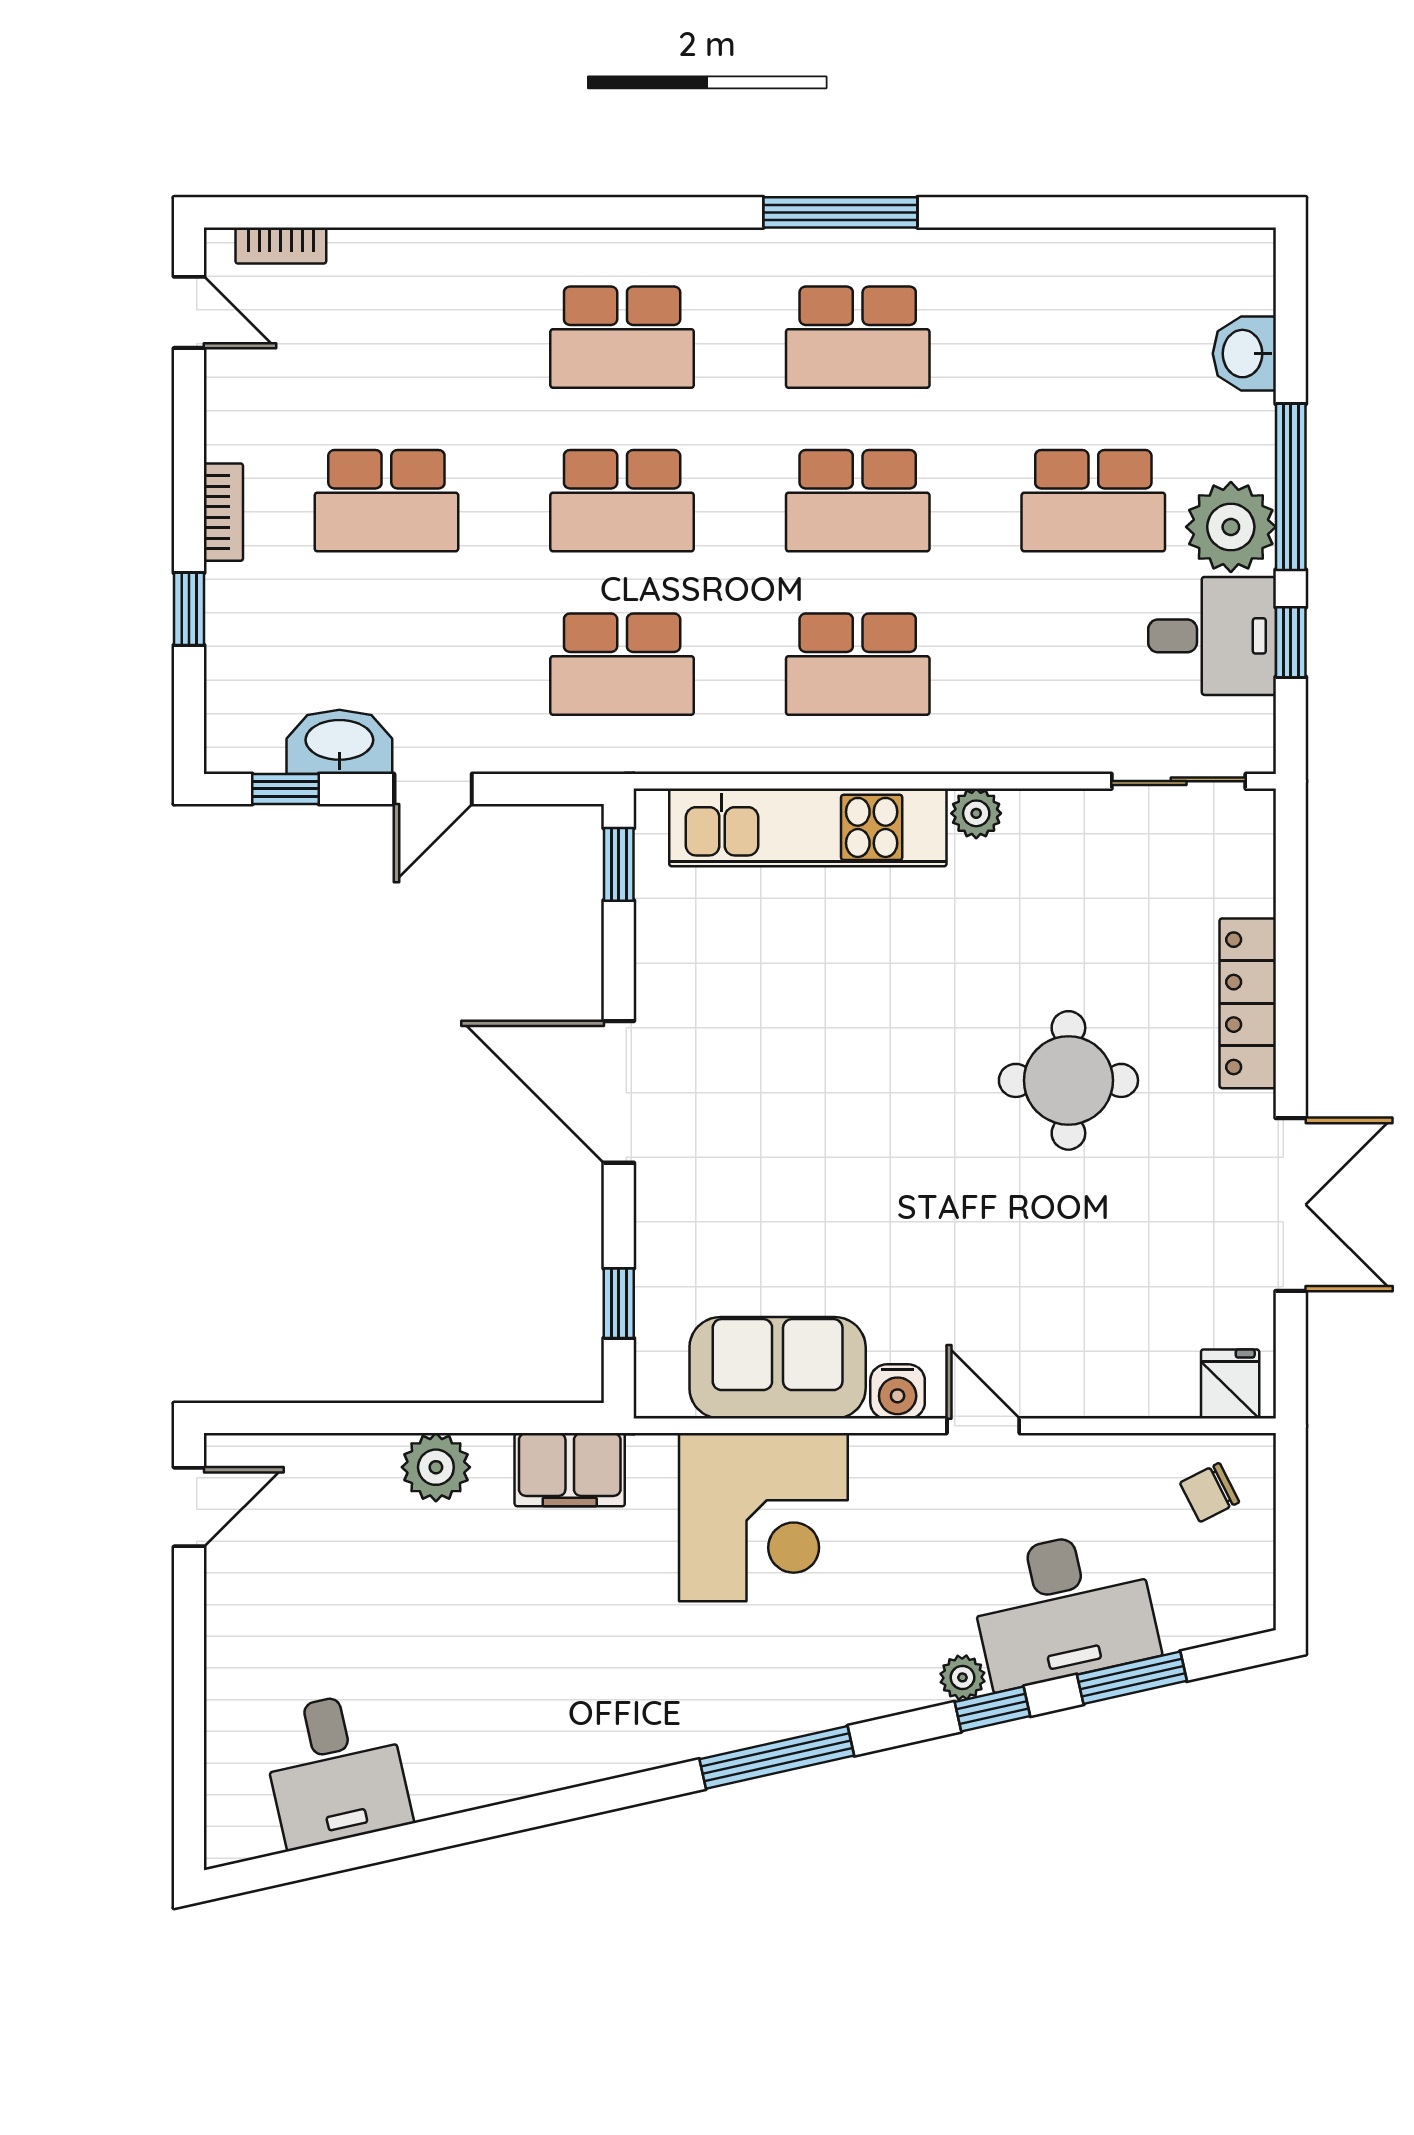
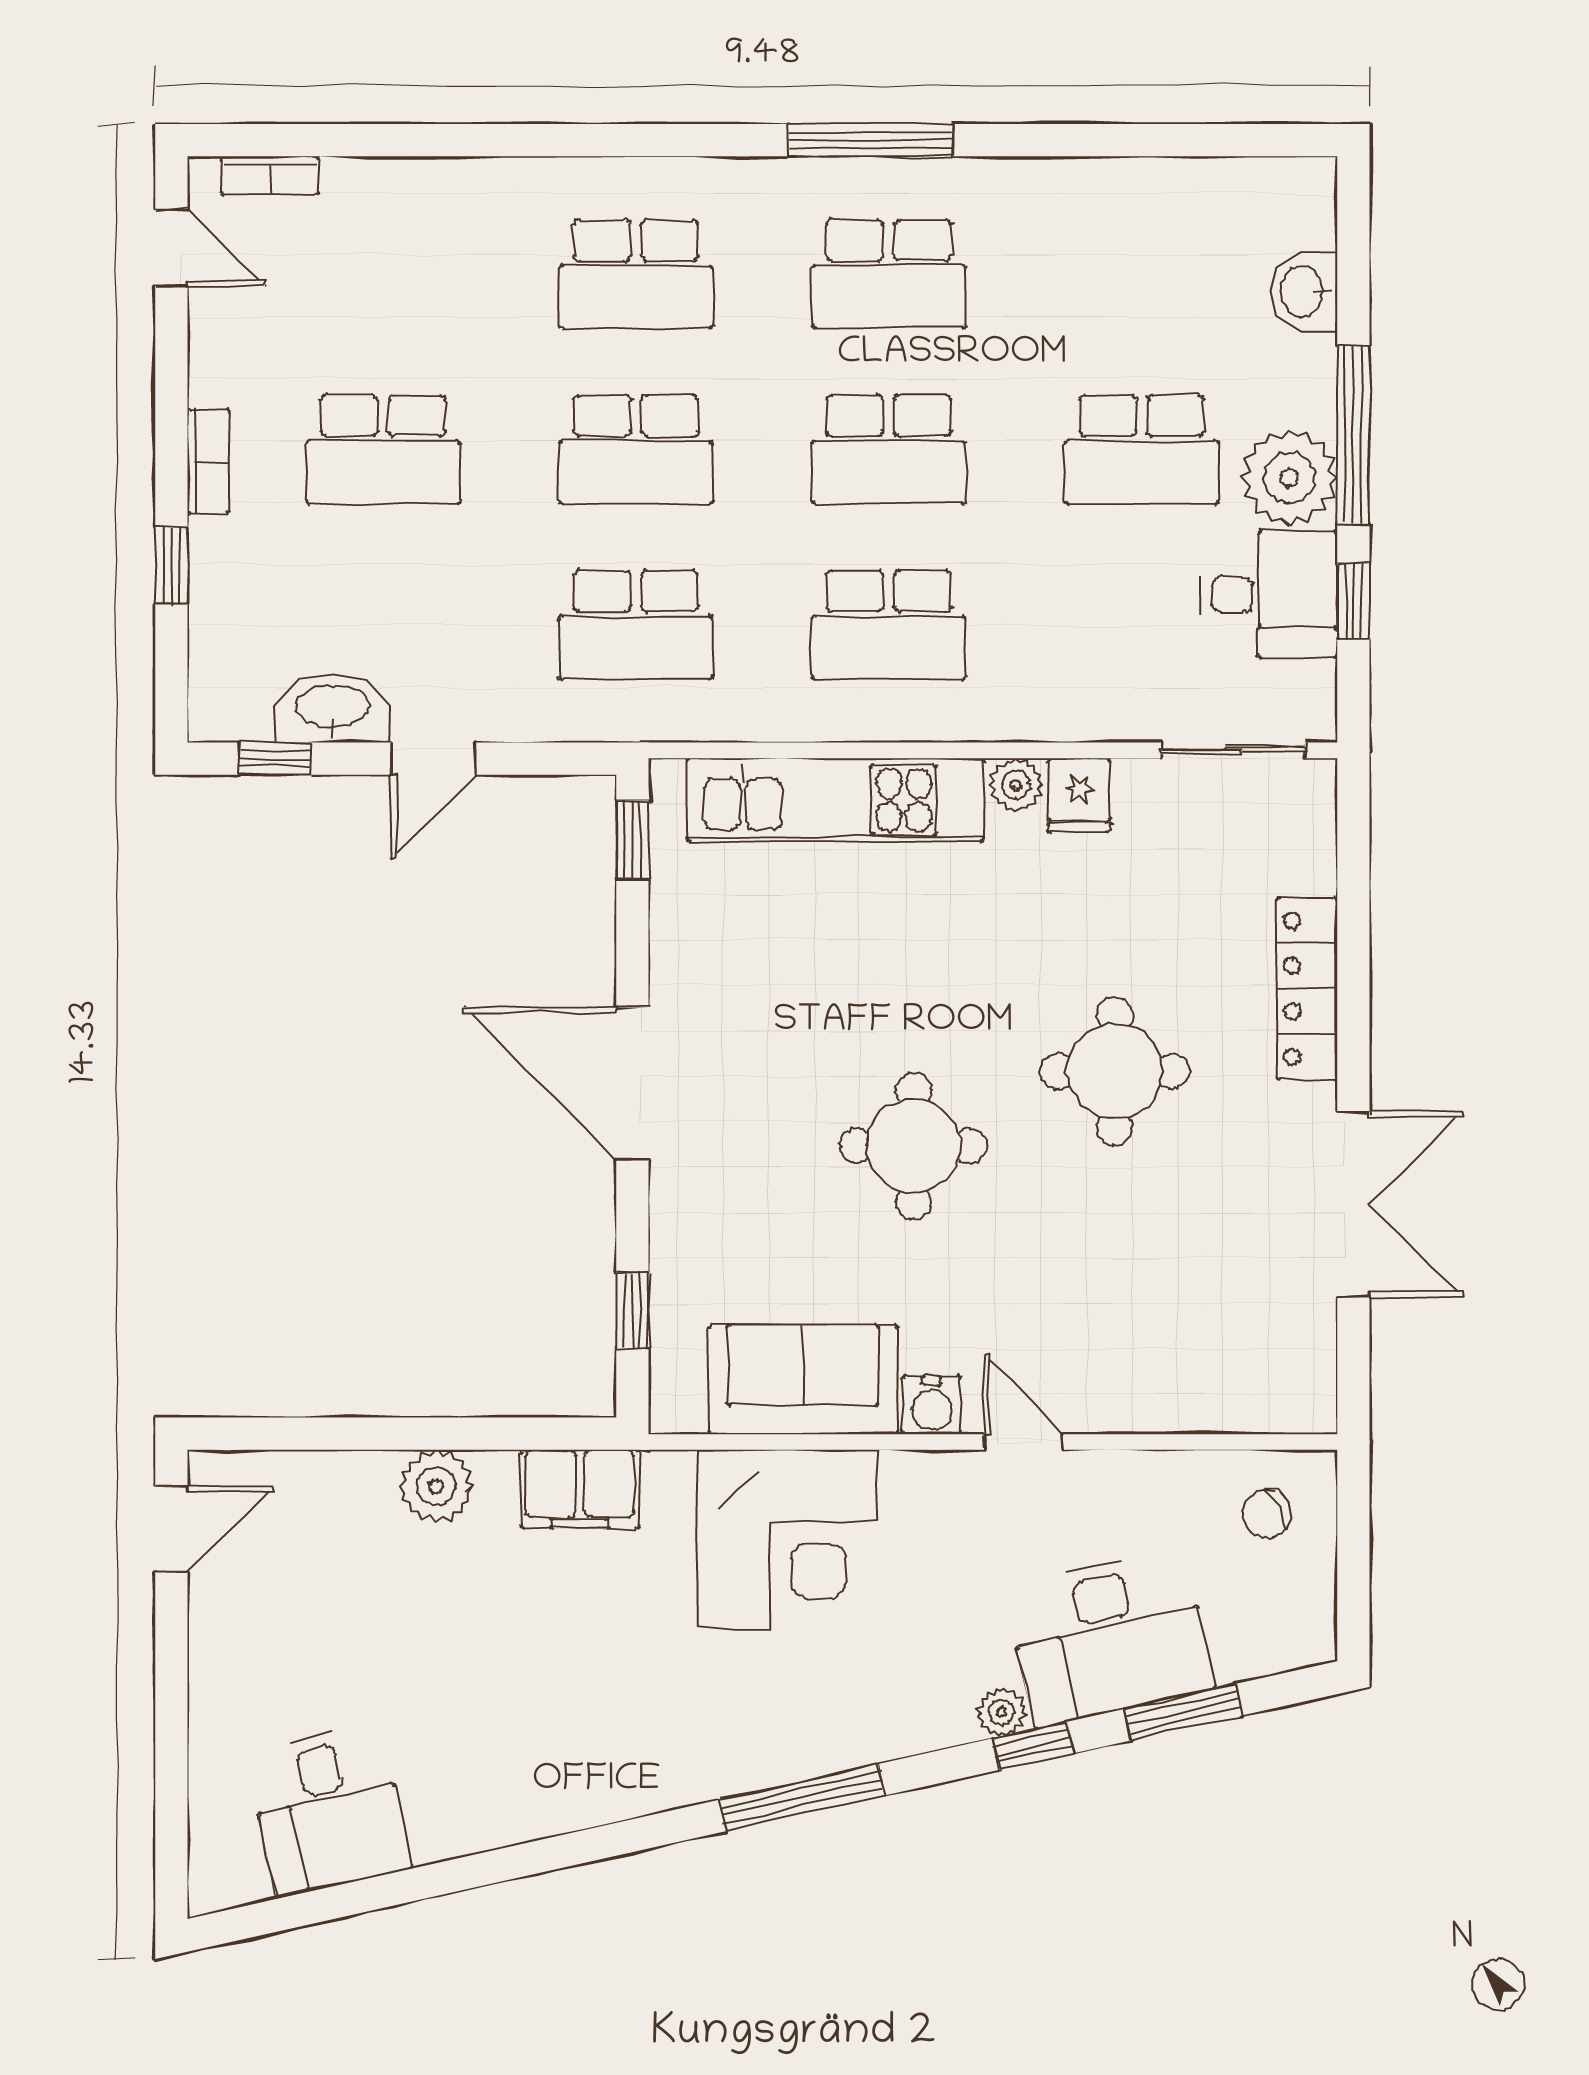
round table: (881, 1150) -> (913, 1146), added
fridge: (1230, 1384) -> (1079, 795), moved, turned 180

